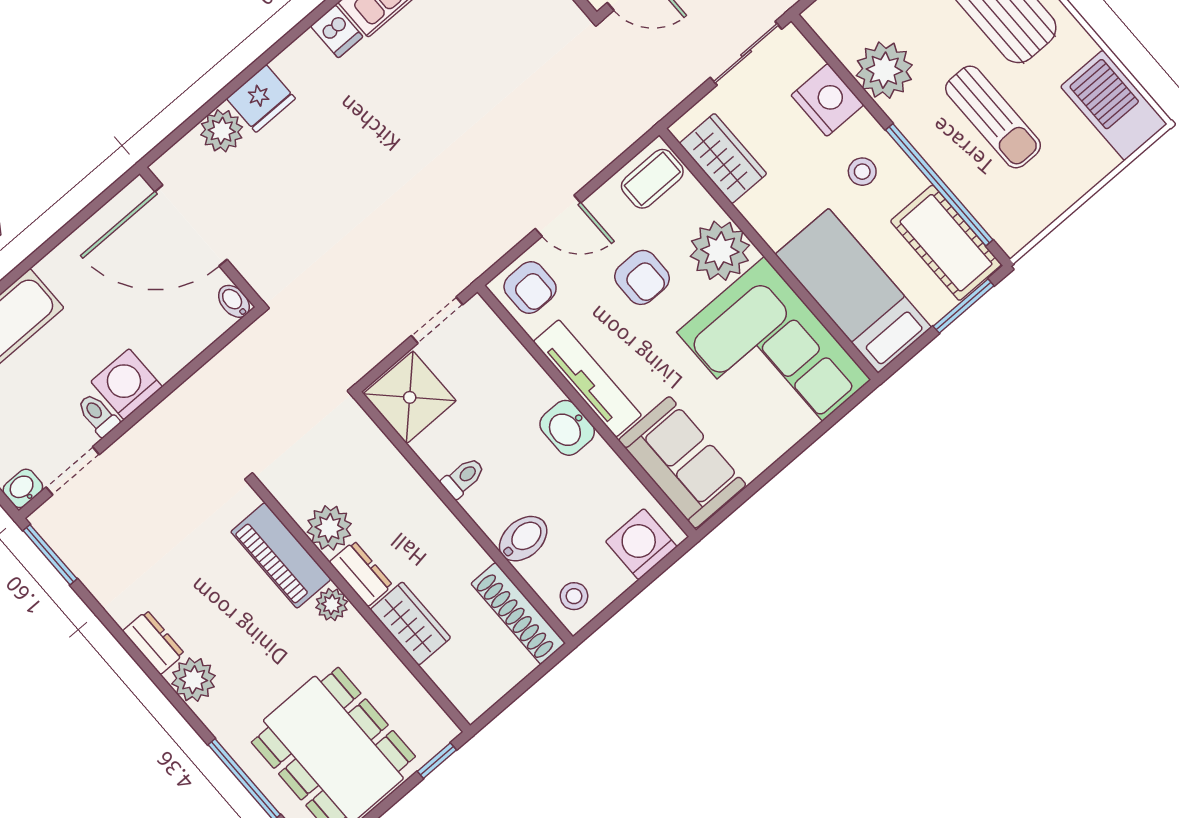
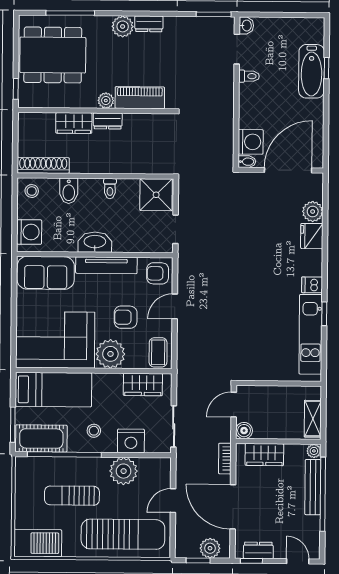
washing machine: (127, 384) -> (251, 142), moved
washbasin: (567, 428) -> (95, 242), width x1.38
plant: (329, 528) -> (134, 124), removed

